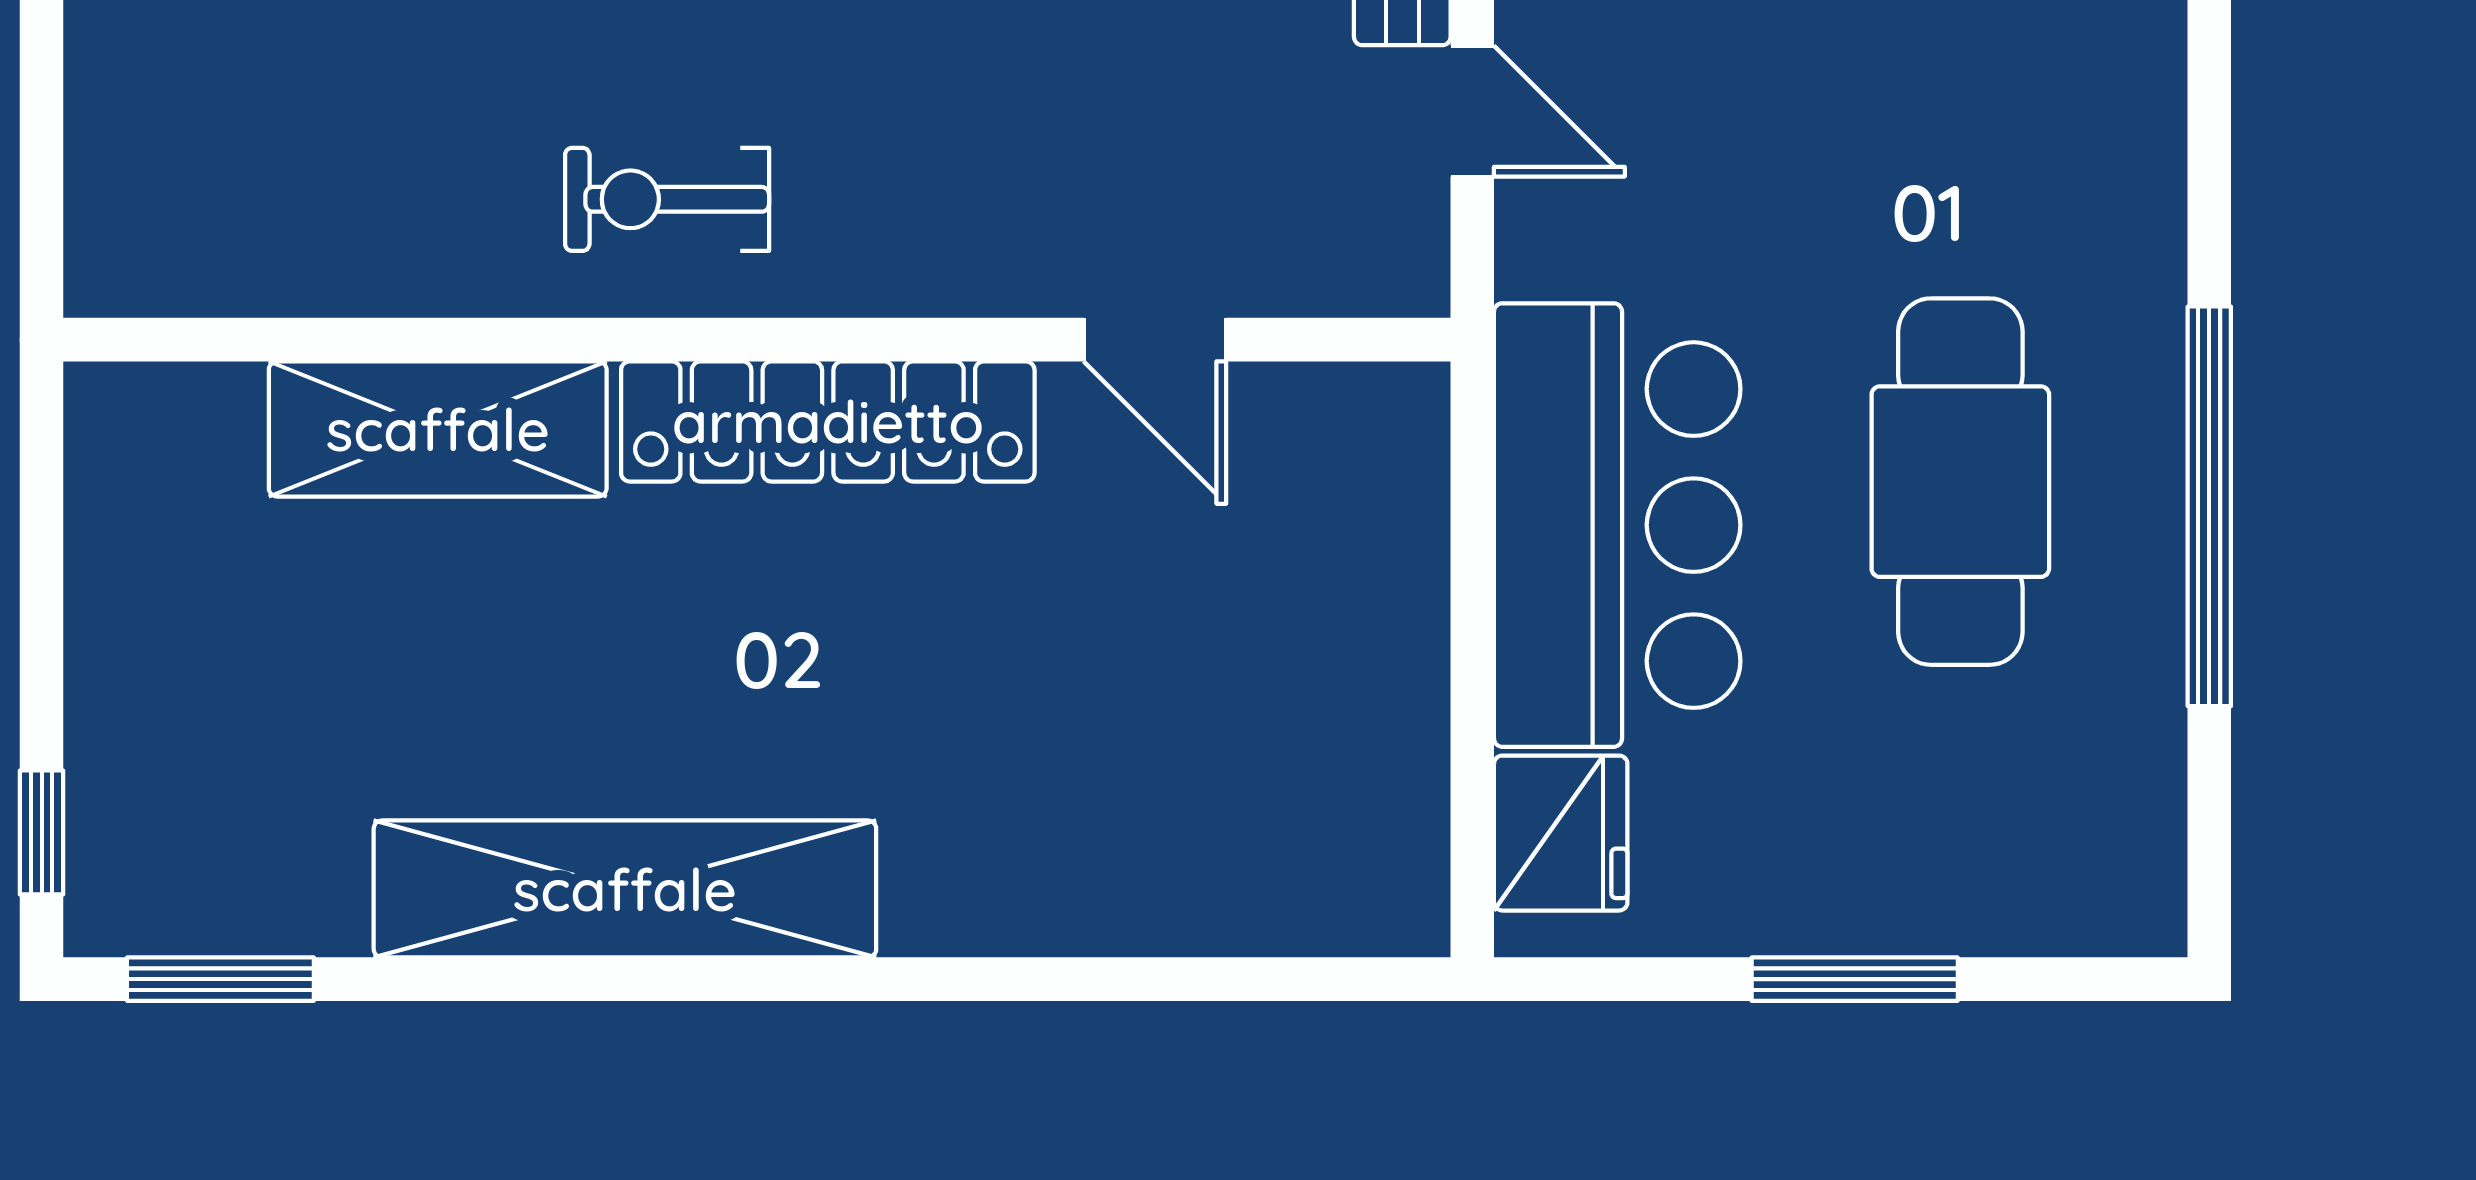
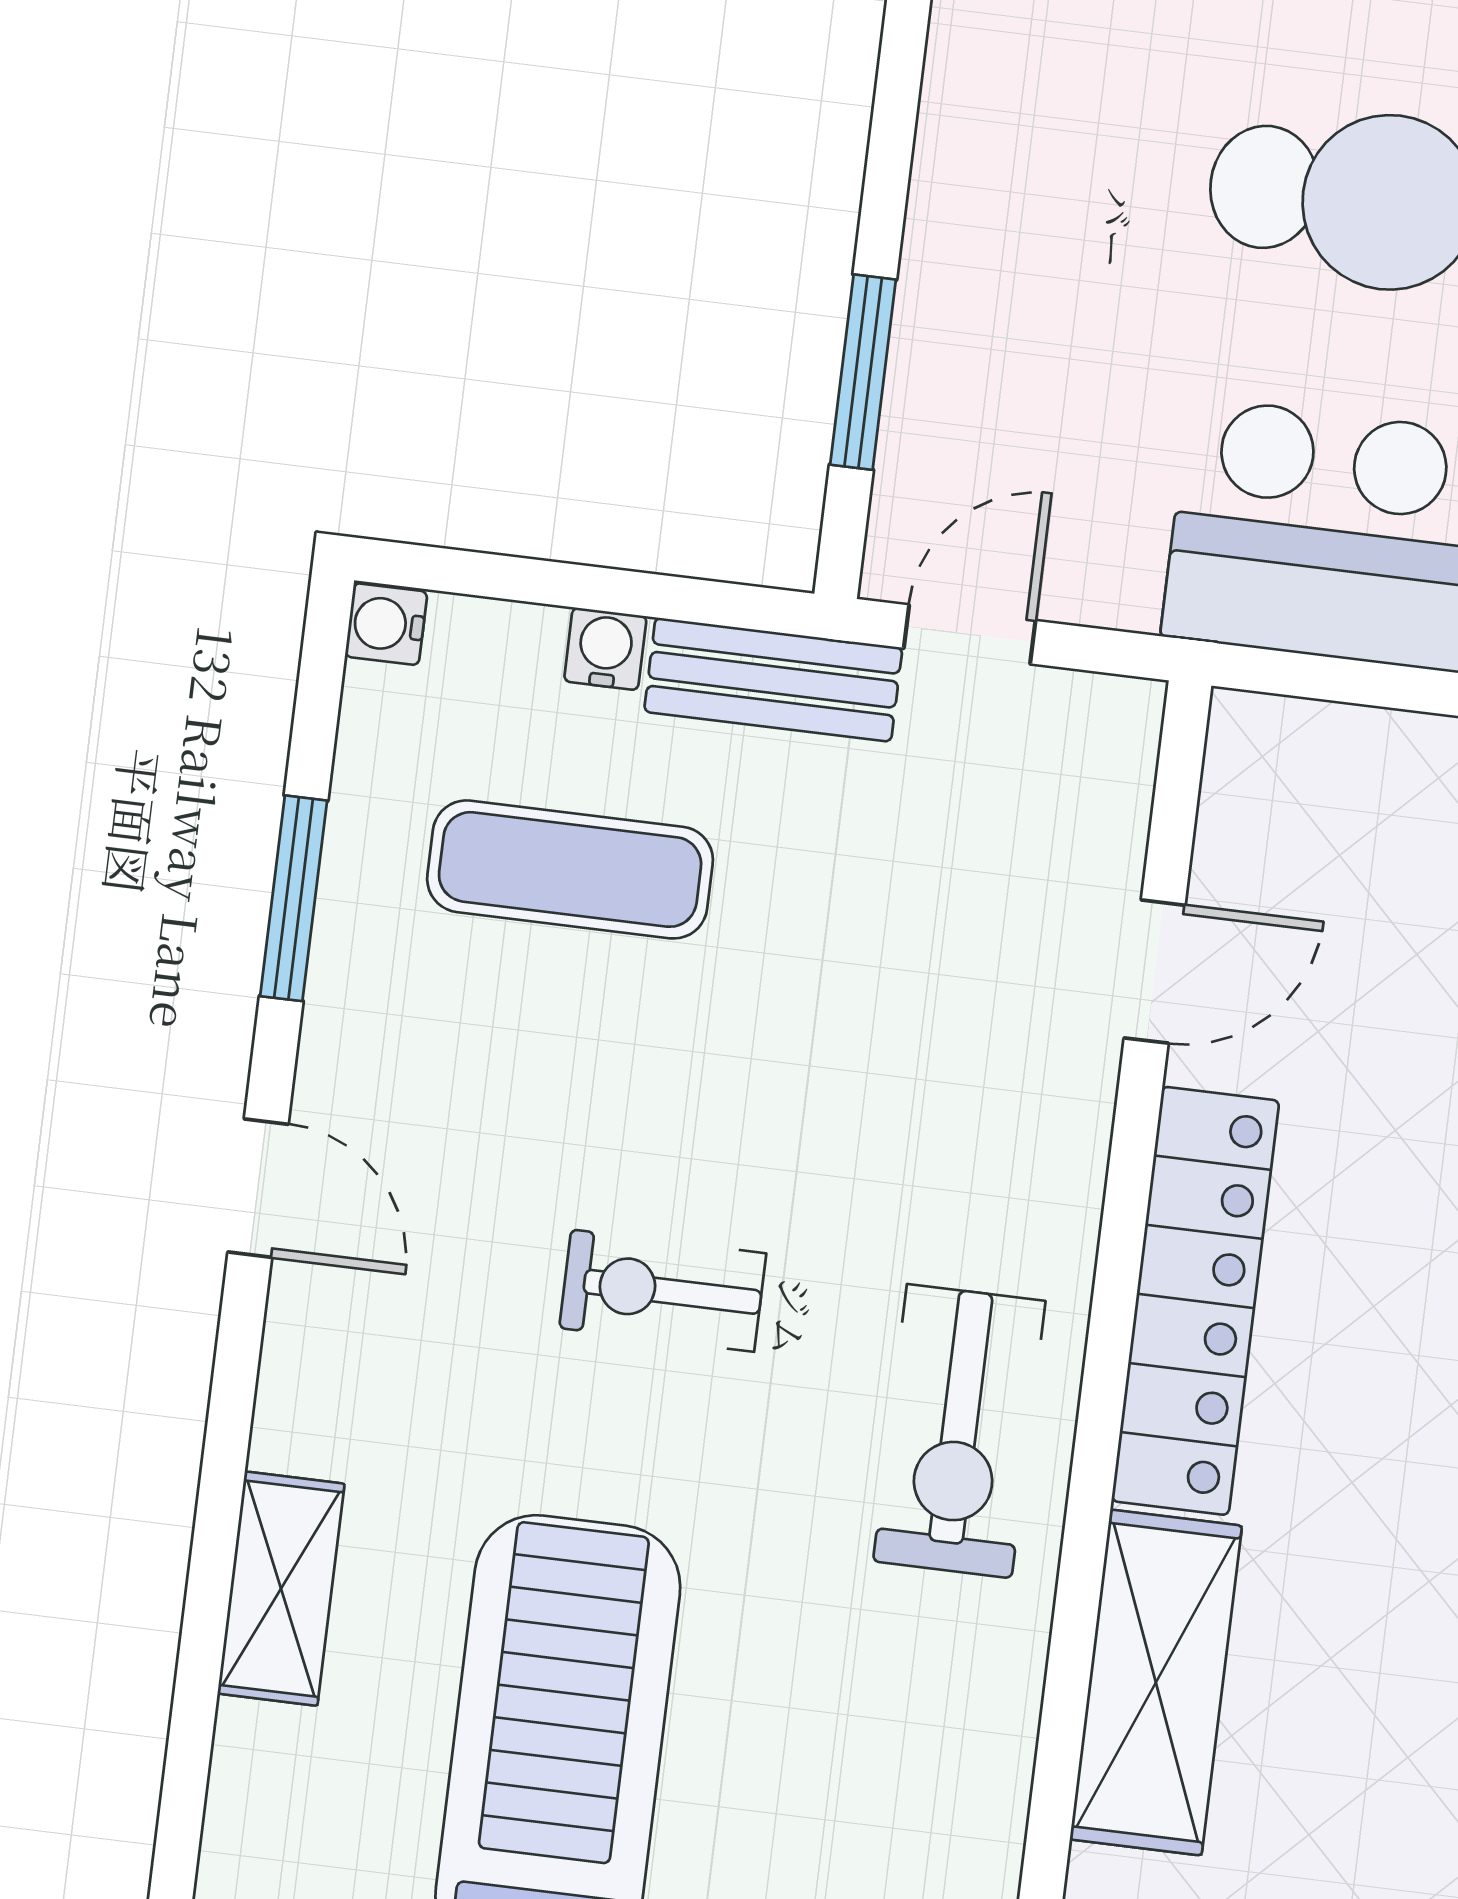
exercise bike: (667, 199) -> (959, 1431), width x1.38, depth x1.39

